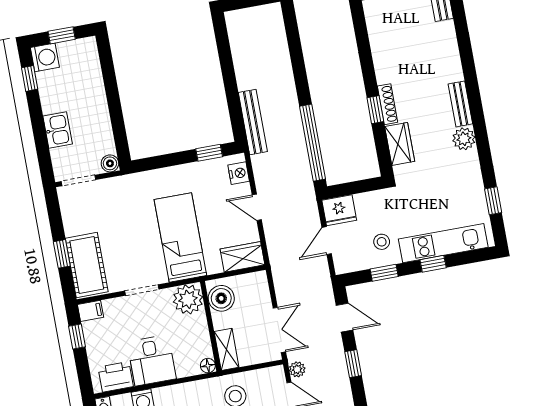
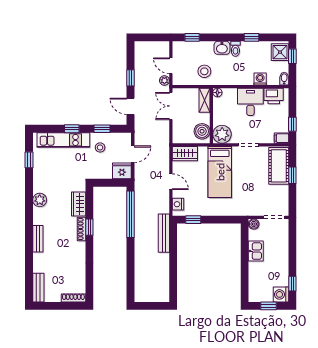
bench: (460, 104) -> (38, 239), moved
kitchen sink: (58, 130) -> (256, 251), moved, turned 180

